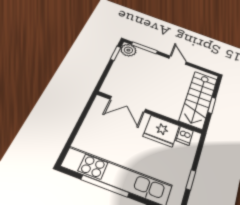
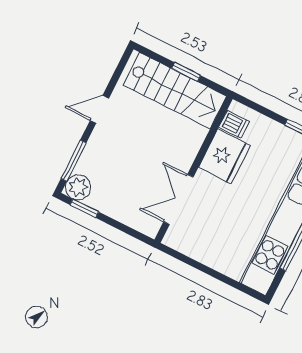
double door: (128, 104) -> (178, 199), swing flipped

